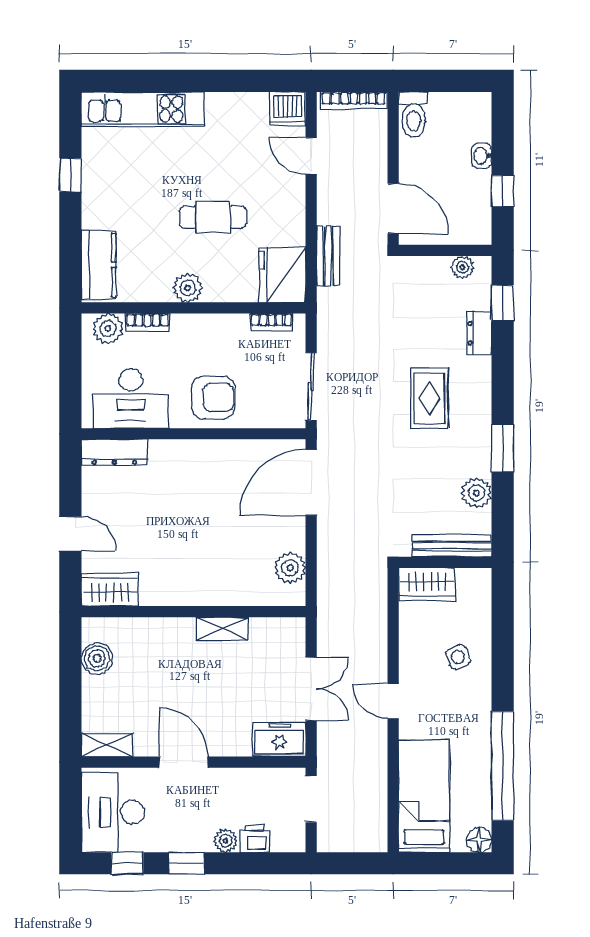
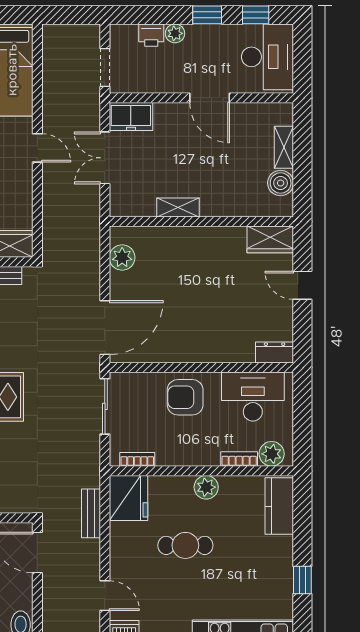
dresser: (114, 452) -> (275, 352), width x0.70
shelving: (107, 745) -> (284, 147), moved, turned 90

